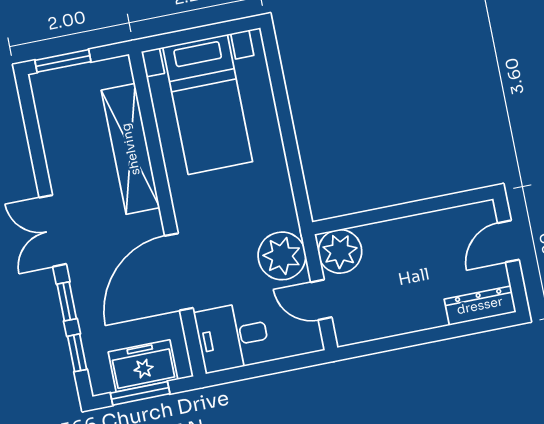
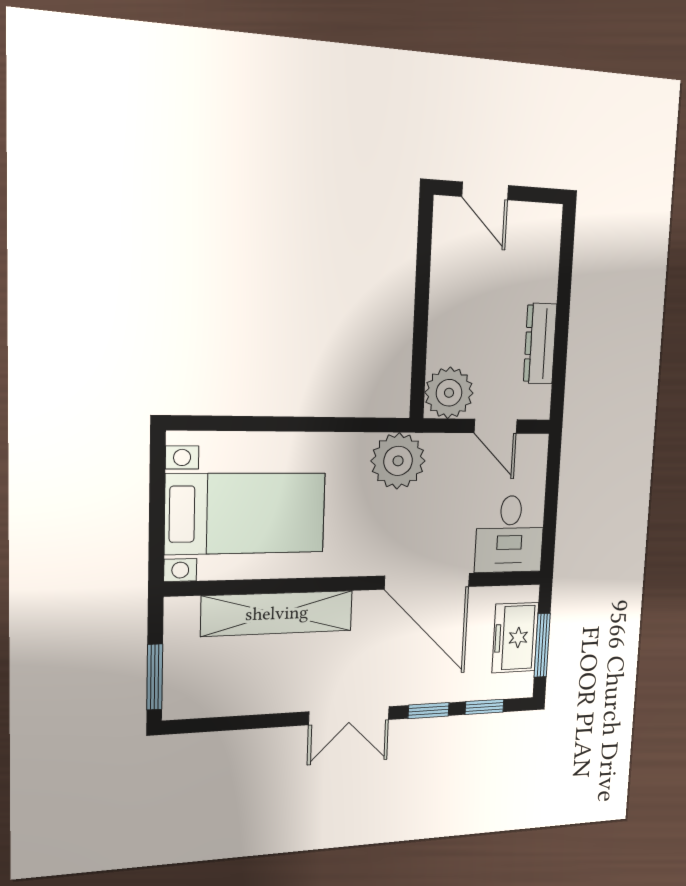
plant: (282, 256) -> (398, 461), moved
door: (321, 300) -> (496, 426), hinge flipped
dresser: (480, 306) -> (540, 344), moved

